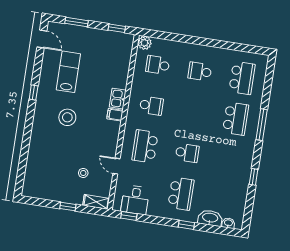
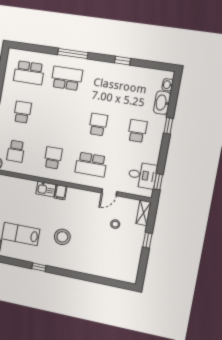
school desk: (200, 71) -> (22, 112), turned 180
school desk: (242, 78) -> (29, 73), turned 180
school desk: (181, 194) -> (137, 131), width x0.54

